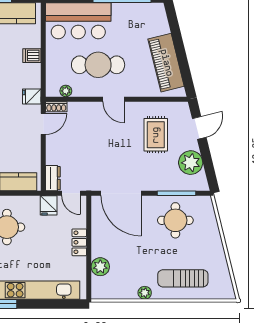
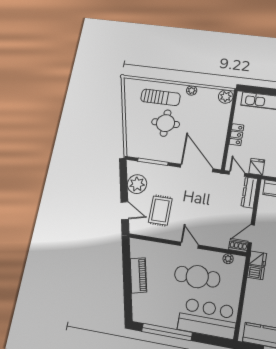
dishwasher: (32, 56) -> (256, 273), moved
piano: (166, 63) -> (138, 275), width x0.73, depth x0.75
door: (199, 128) -> (125, 211), swing flipped
dresser: (53, 178) -> (249, 193), width x1.44
round table: (175, 220) -> (166, 123), moved
plant: (100, 267) -> (226, 97), moved

